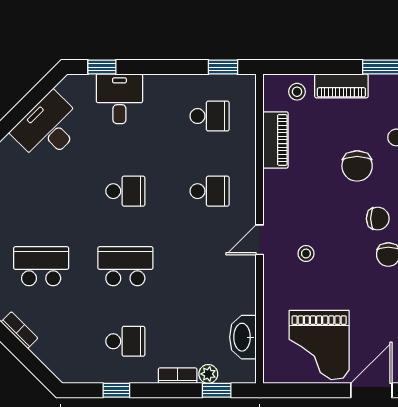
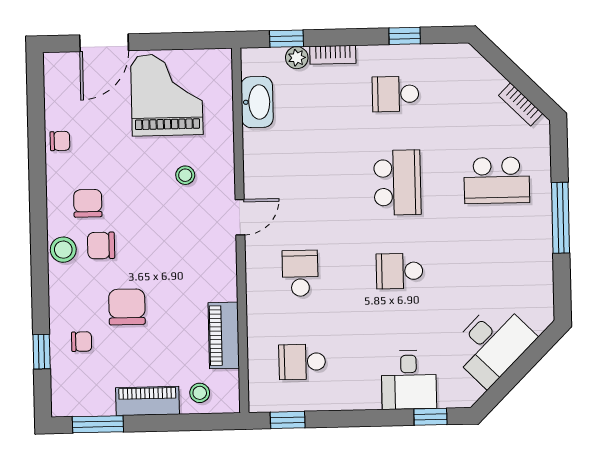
school desk: (210, 191) -> (300, 273), turned 90
stool: (306, 254) -> (185, 175), moved
school desk: (125, 266) -> (397, 183), turned -90

